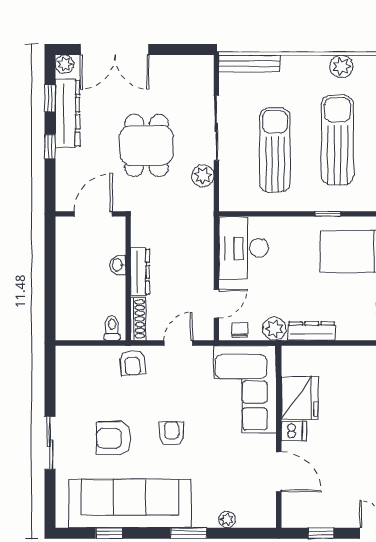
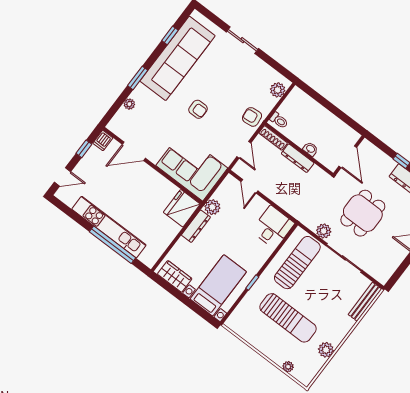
dining table: (146, 145) -> (363, 213), turned 90
sun lounger: (275, 150) -> (297, 263), moved, turned -90
desk: (244, 248) -> (273, 227), width x0.73
chair: (240, 330) -> (226, 188), removed
plant: (77, 357) -> (278, 90), added
fridge: (300, 398) -> (182, 208), moved, turned 90
dishwasher: (294, 431) -> (103, 141), moved
armchair: (114, 438) -> (219, 76), removed

